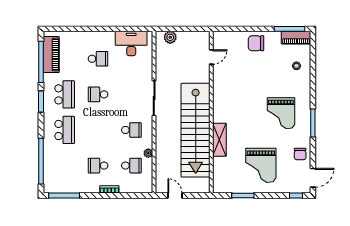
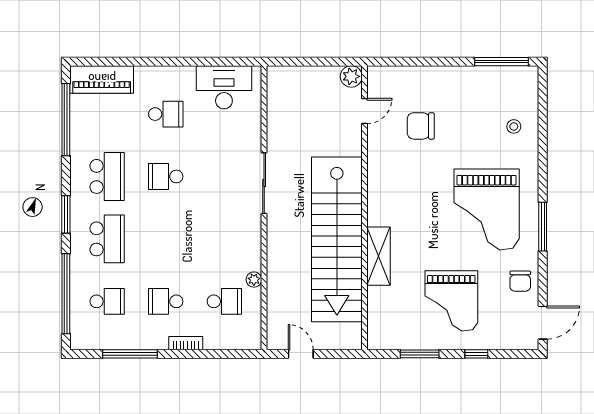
plant: (170, 37) -> (351, 76), moved
piano: (296, 38) -> (513, 77), removed
chair: (256, 43) -> (421, 126), moved
piano: (51, 55) -> (102, 79), moved, turned 90
window: (41, 102) -> (66, 214), moved
grand piano: (281, 113) -> (487, 209), width x1.37, depth x1.48
school desk: (131, 130) -> (107, 301), moved
window: (64, 195) -> (130, 354), moved
window: (296, 195) -> (476, 354), moved

